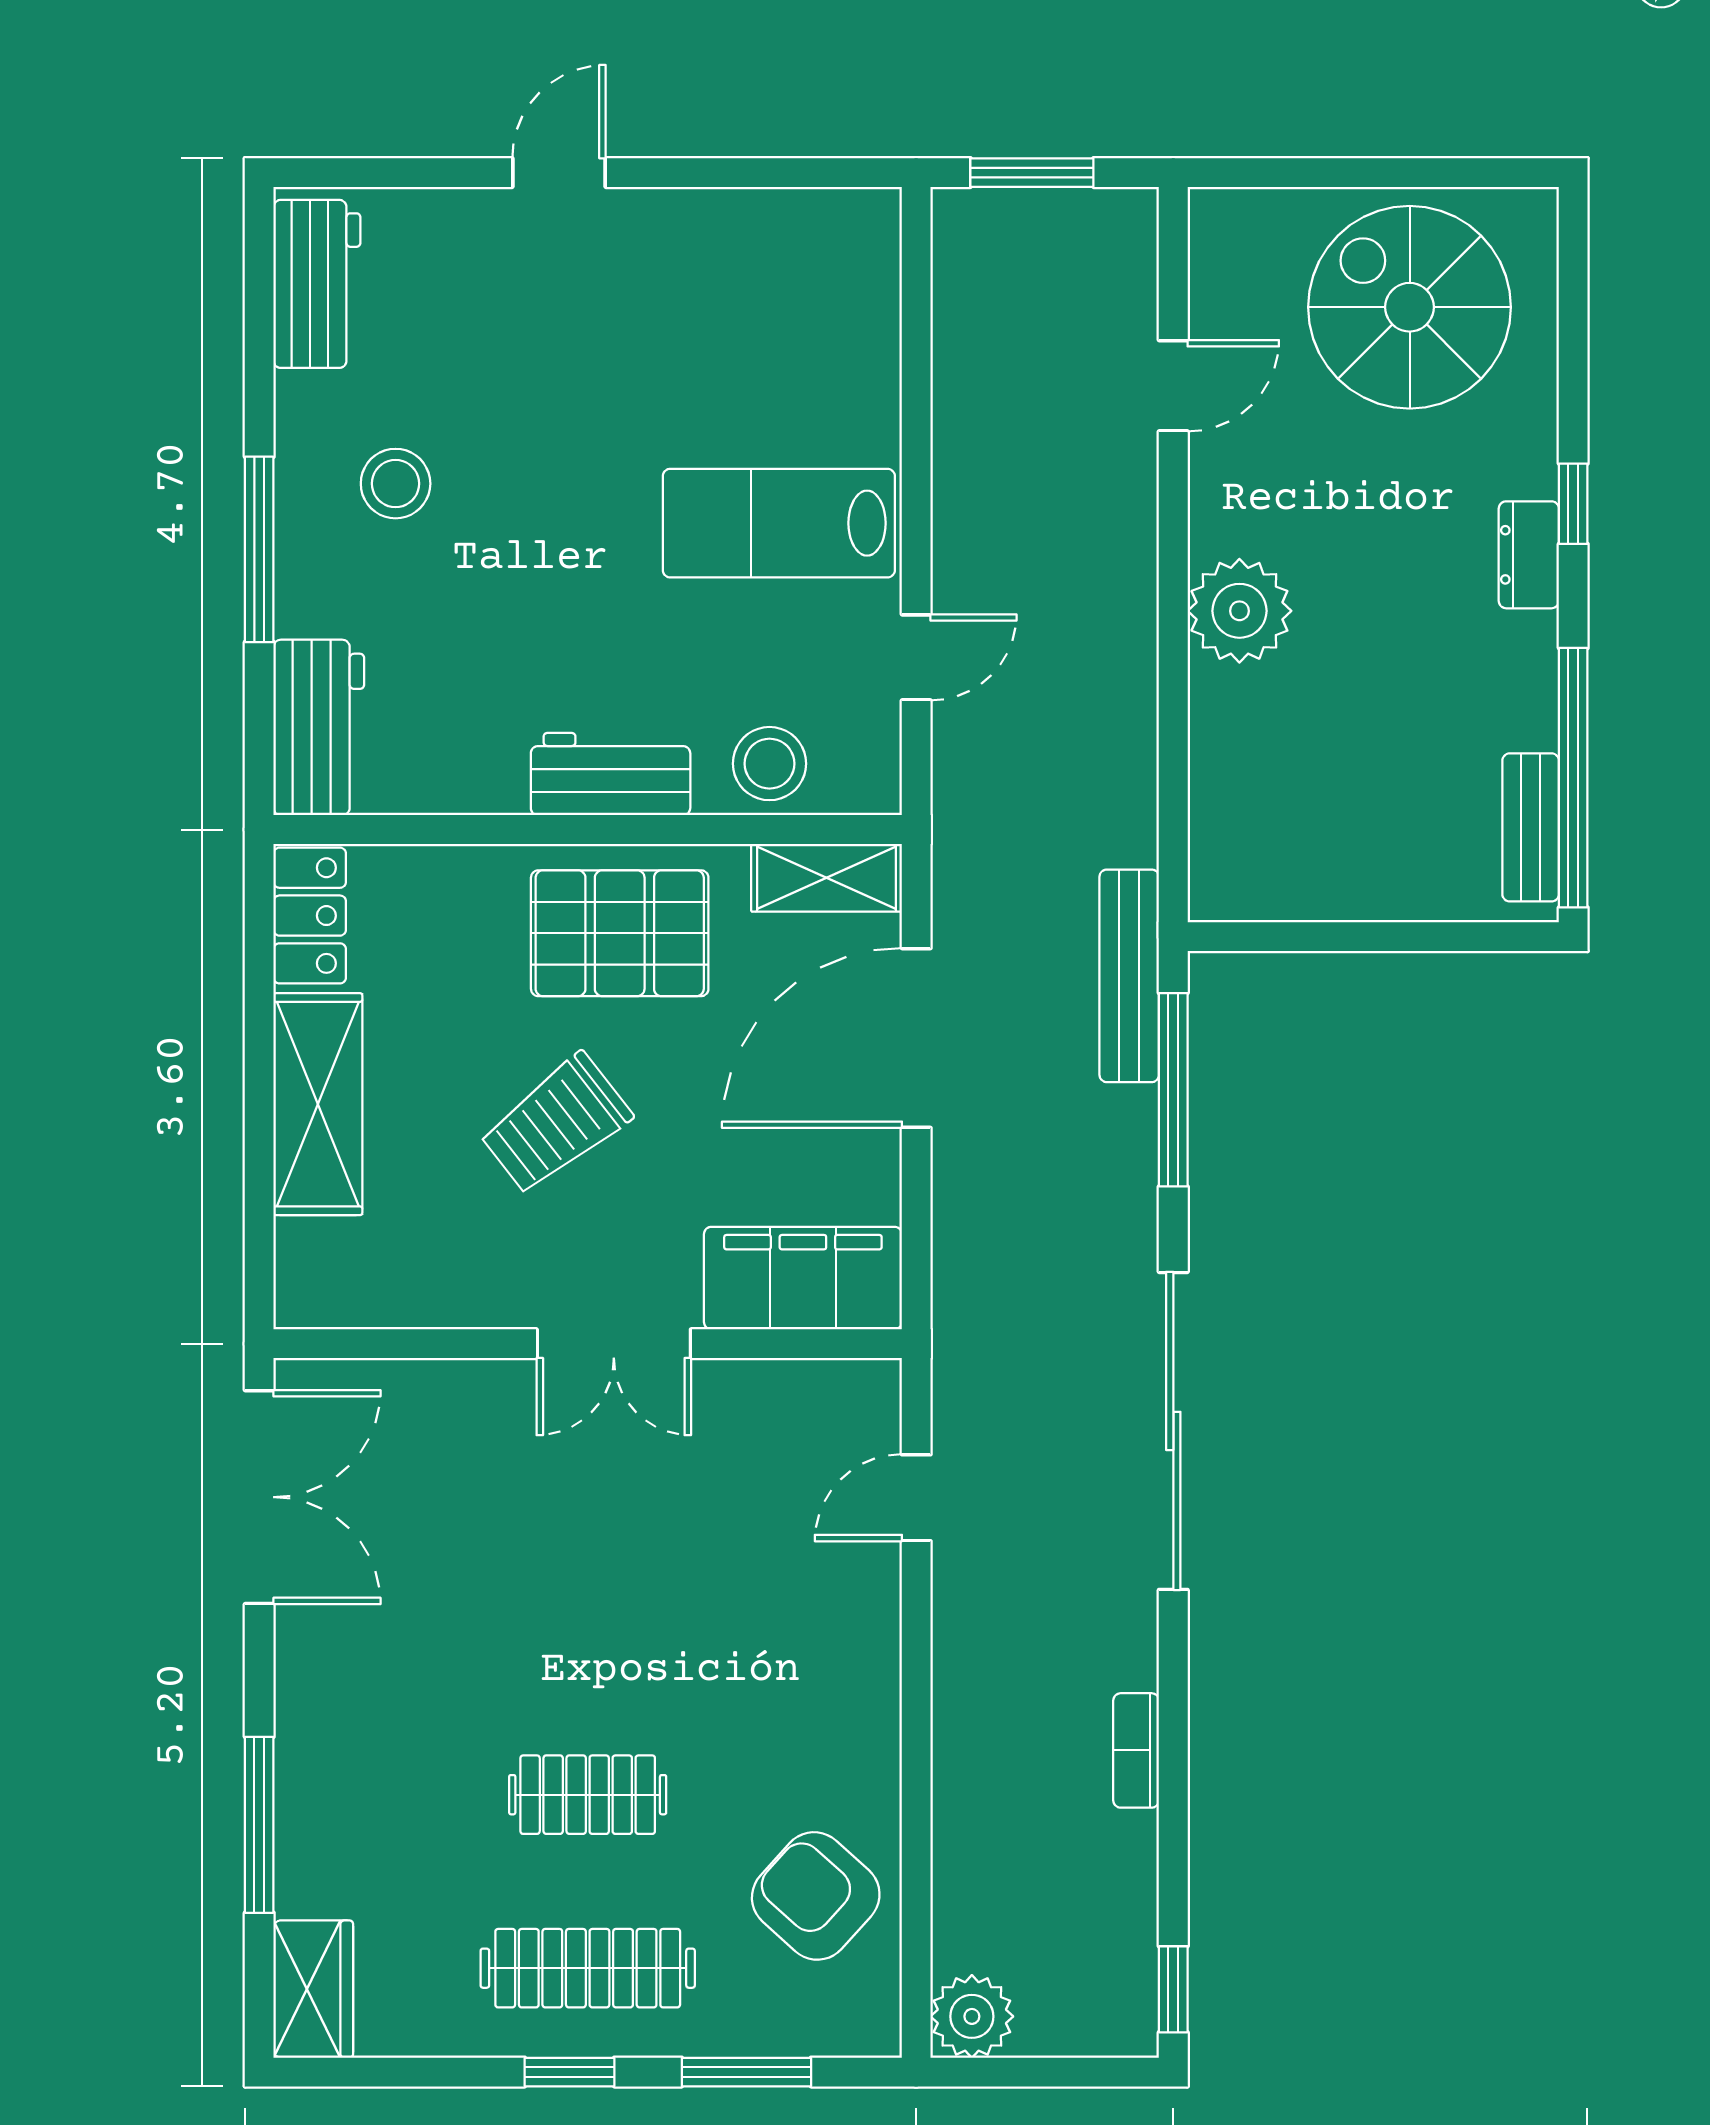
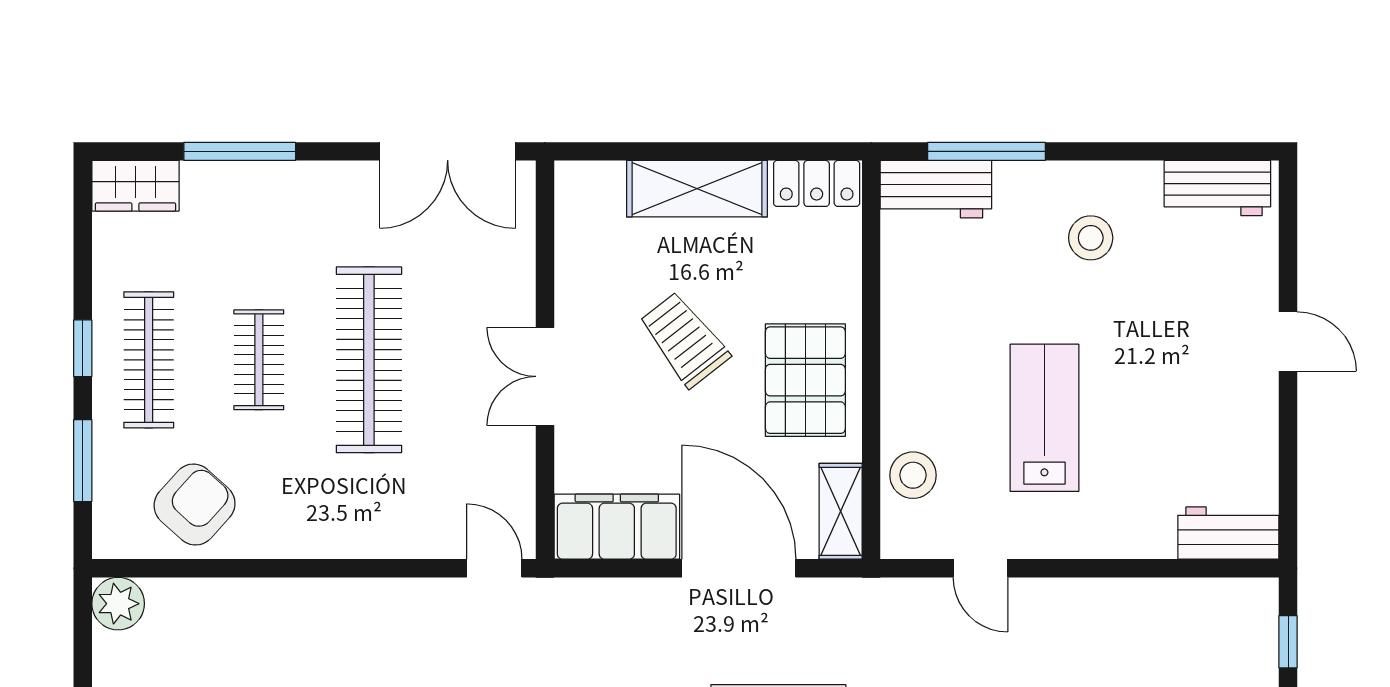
window: (1032, 173) -> (1288, 642), width x0.67
lab bench: (779, 523) -> (1044, 418), moved
window: (259, 549) -> (987, 151), moved
workbench: (611, 774) -> (1228, 533), moved, turned -90
filing cabinet: (803, 1278) -> (617, 527), moved, turned -90
door: (916, 1498) -> (494, 568), moved
clothes rail: (588, 1621) -> (369, 360), added

